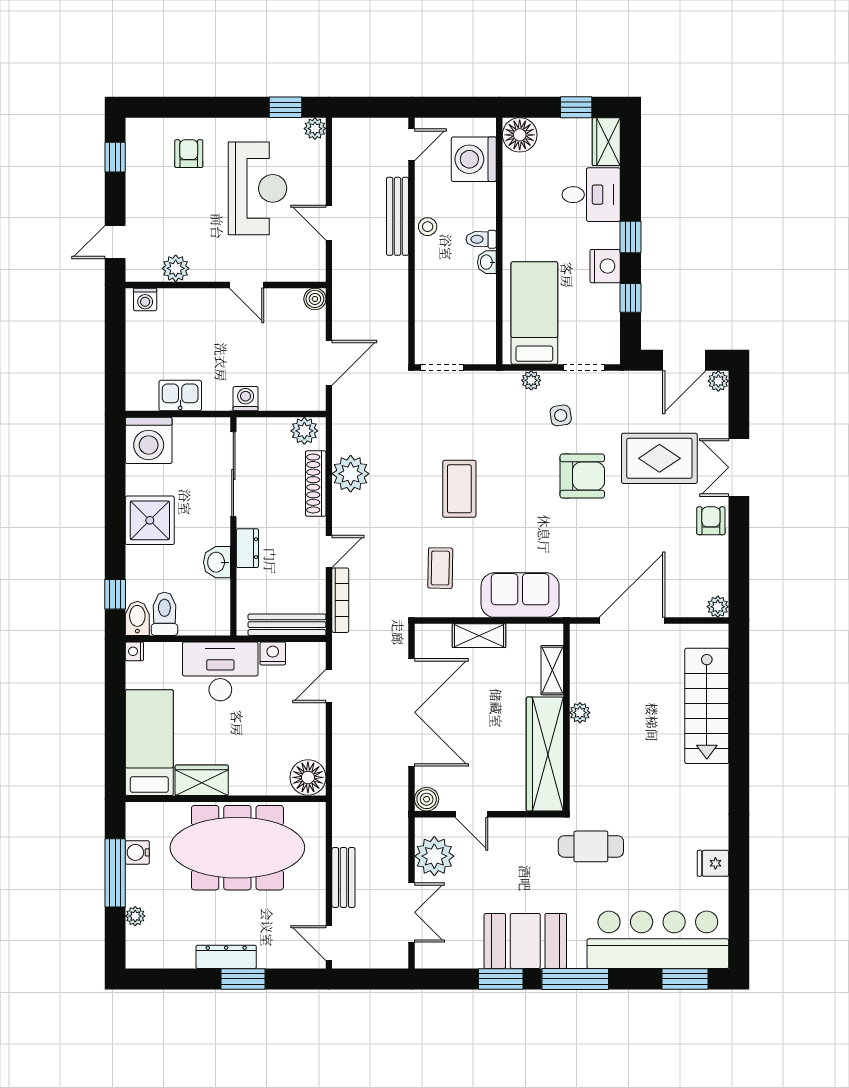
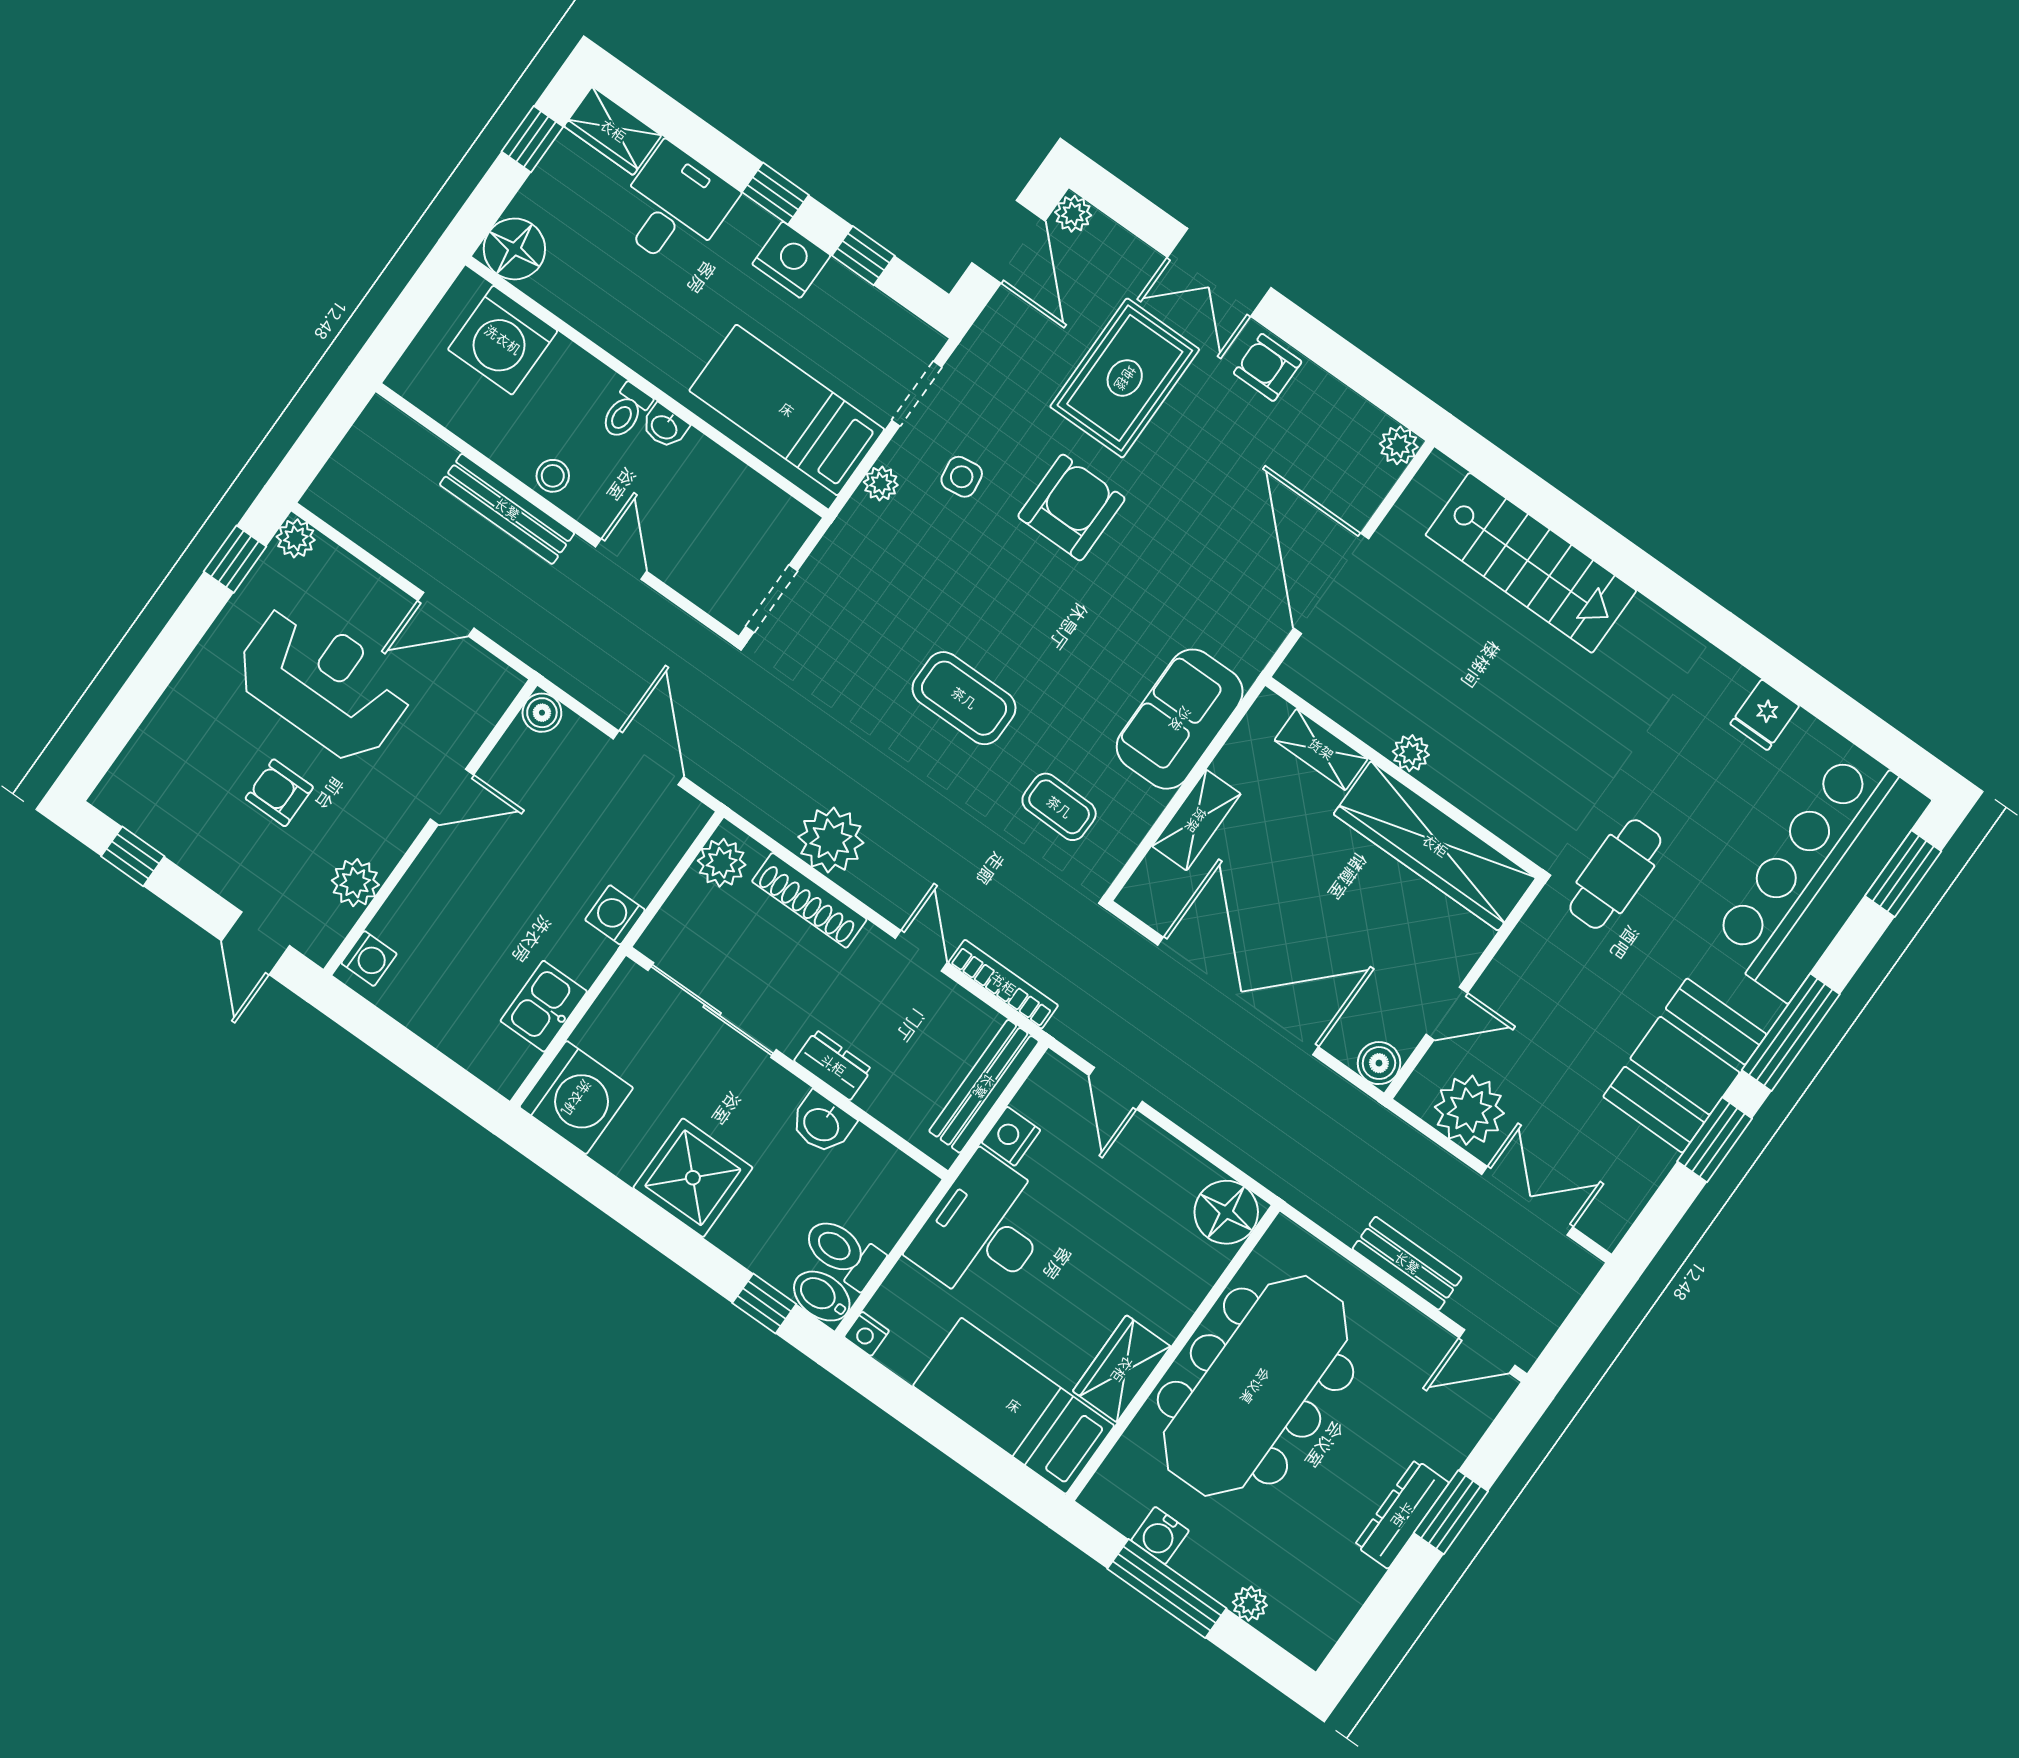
door: (412, 145) -> (621, 559), moved
armchair: (189, 154) -> (279, 793), moved

